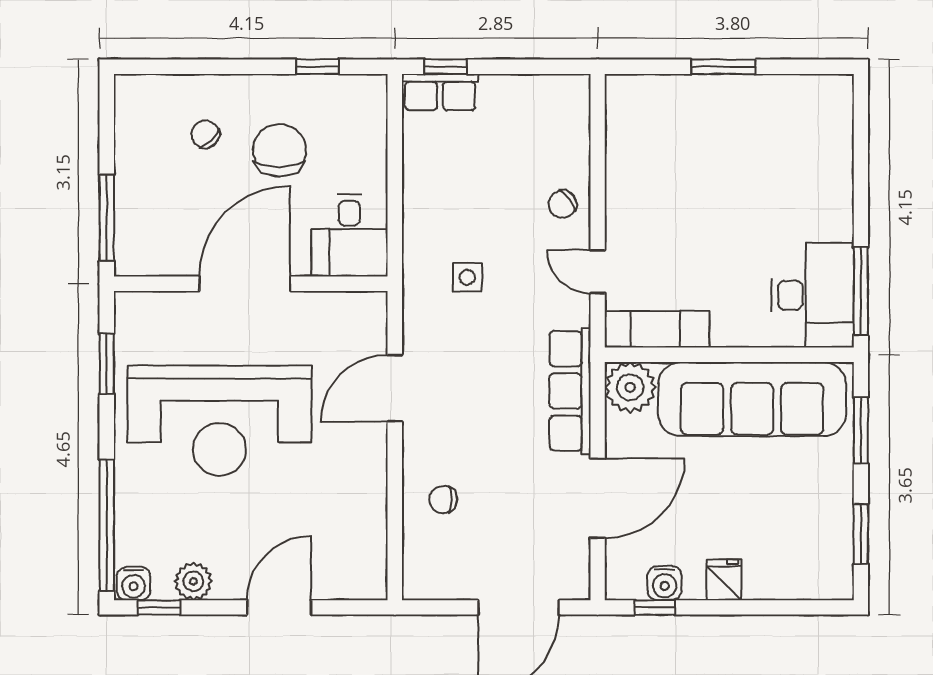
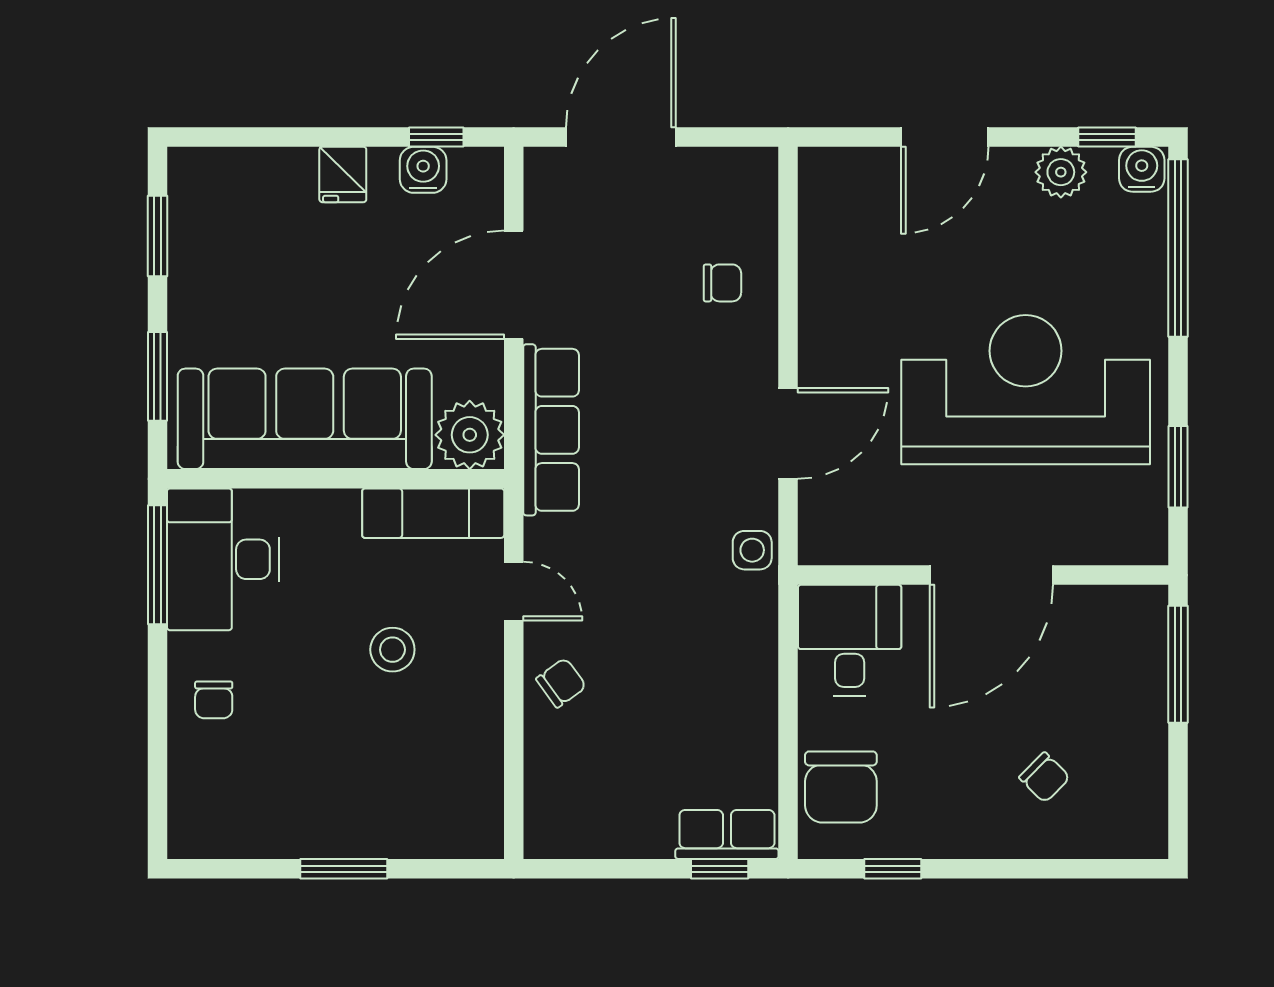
chair: (279, 150) -> (841, 787), moved
chair: (819, 191) -> (214, 700), added
stool: (687, 229) -> (392, 650), added
side table: (467, 277) -> (752, 550), moved

